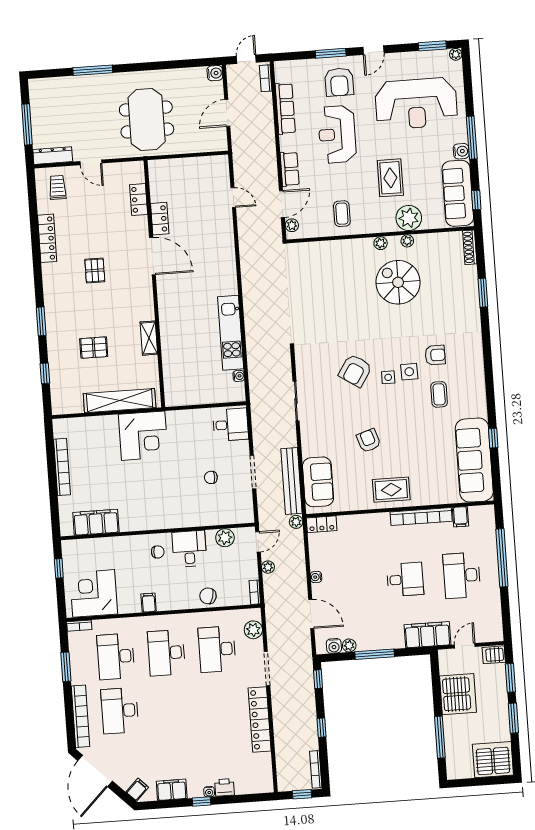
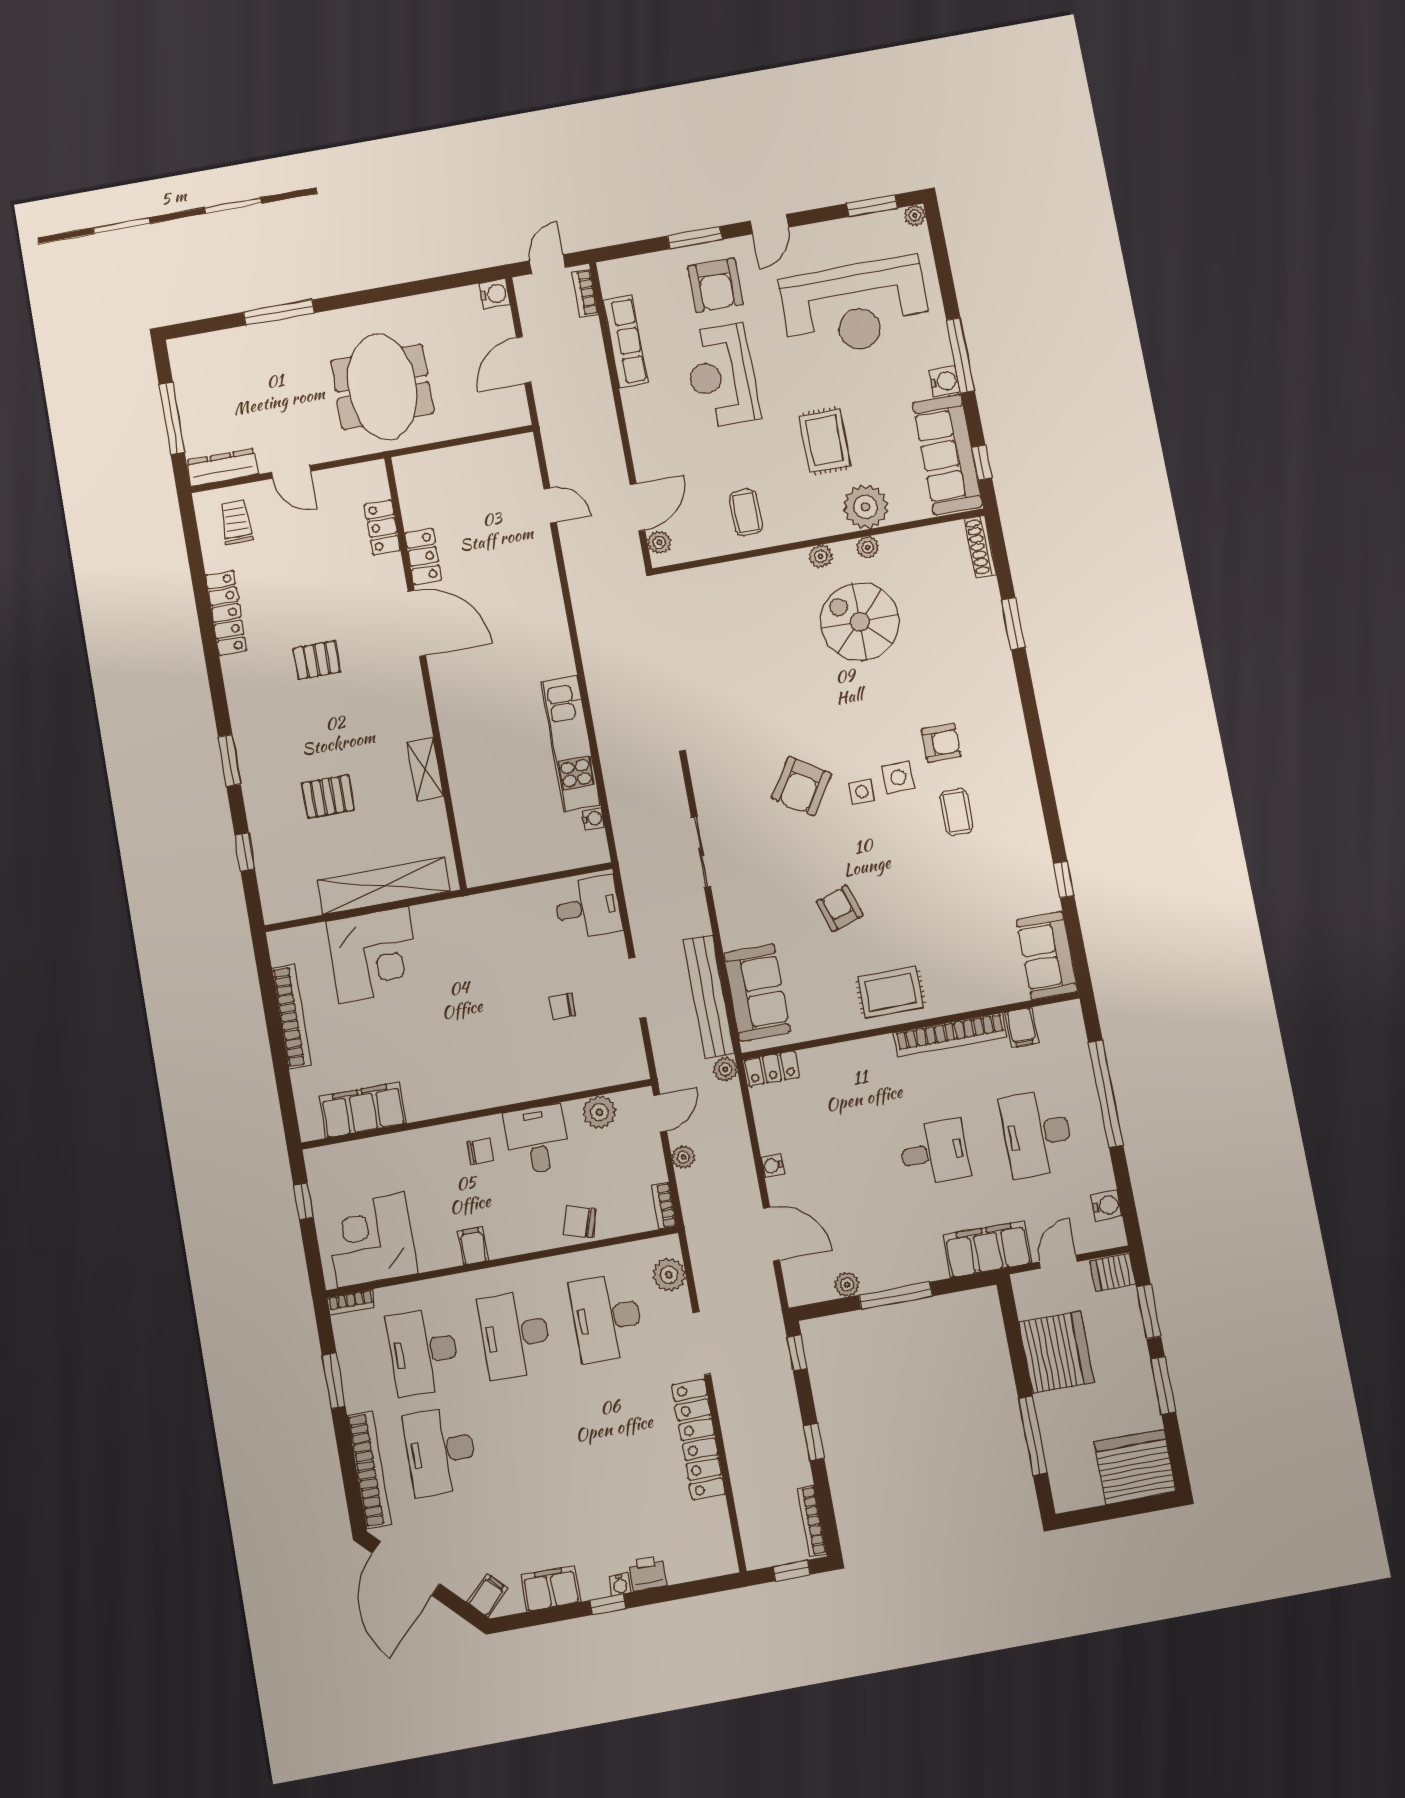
row of seats: (290, 169) -> (645, 445), removed
pallet: (95, 270) -> (317, 660), turned 90
corner desk: (143, 436) -> (374, 955), moved
sofa: (474, 460) -> (1047, 956), width x0.54, depth x0.79
water cooler: (334, 646) -> (1107, 1205), moved, turned -90

